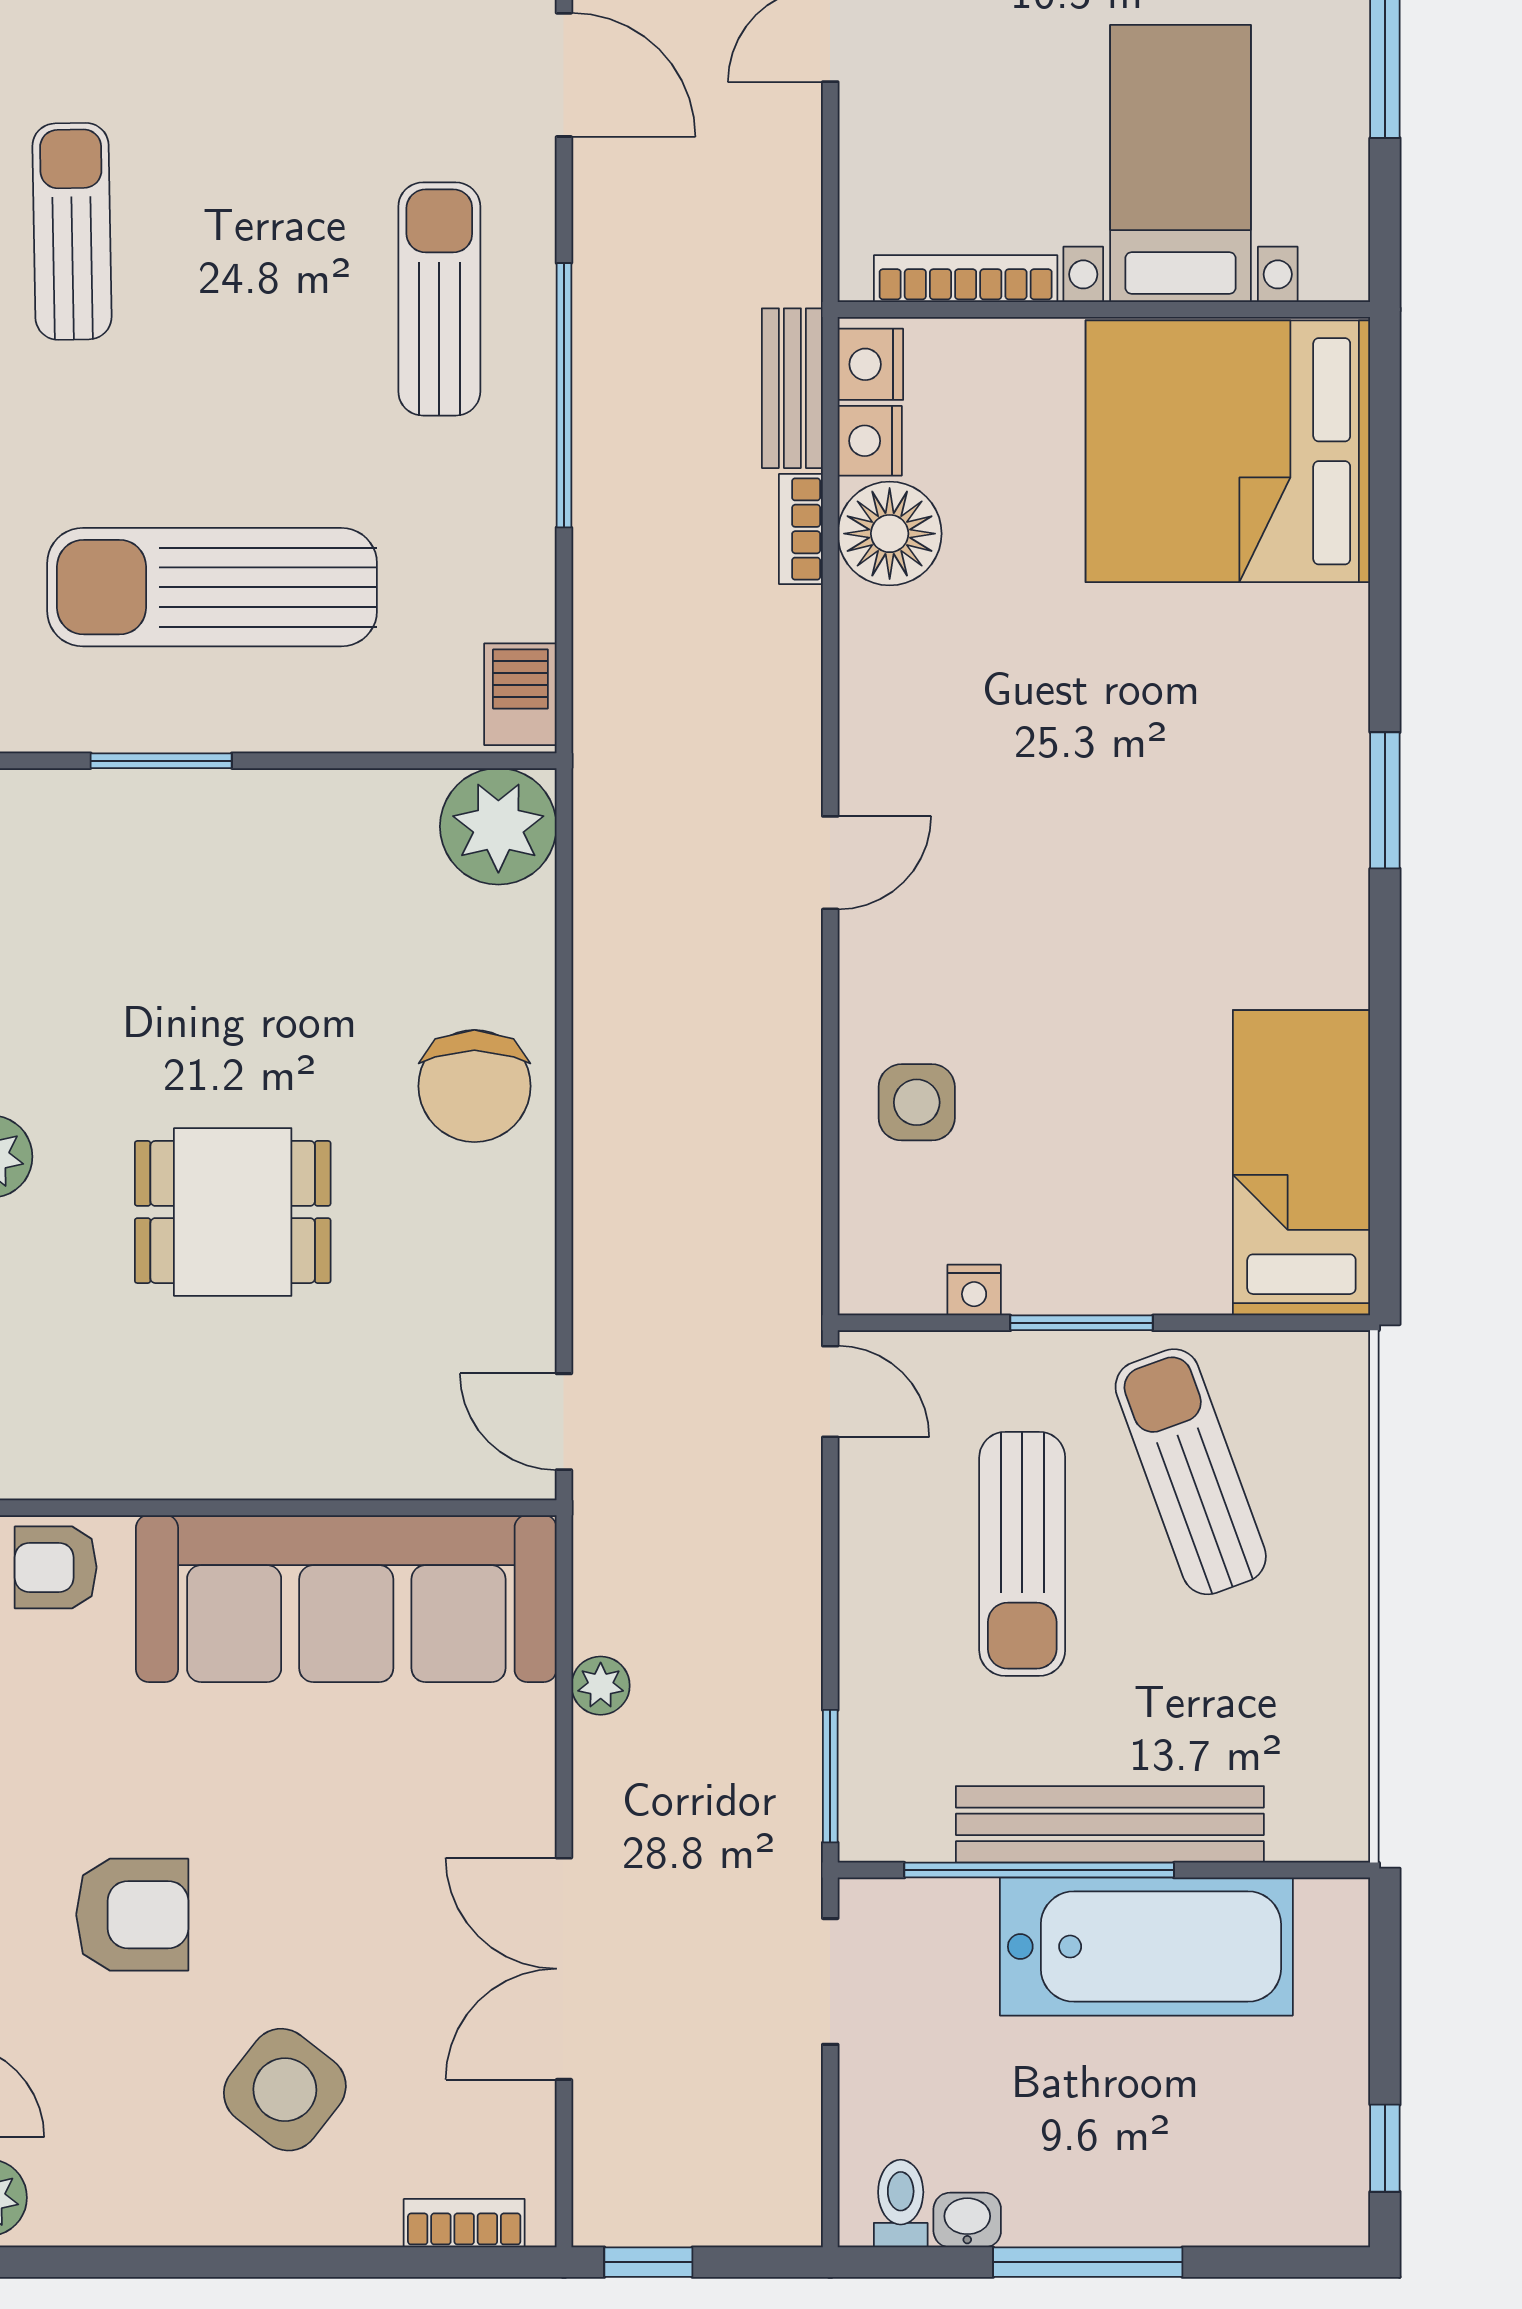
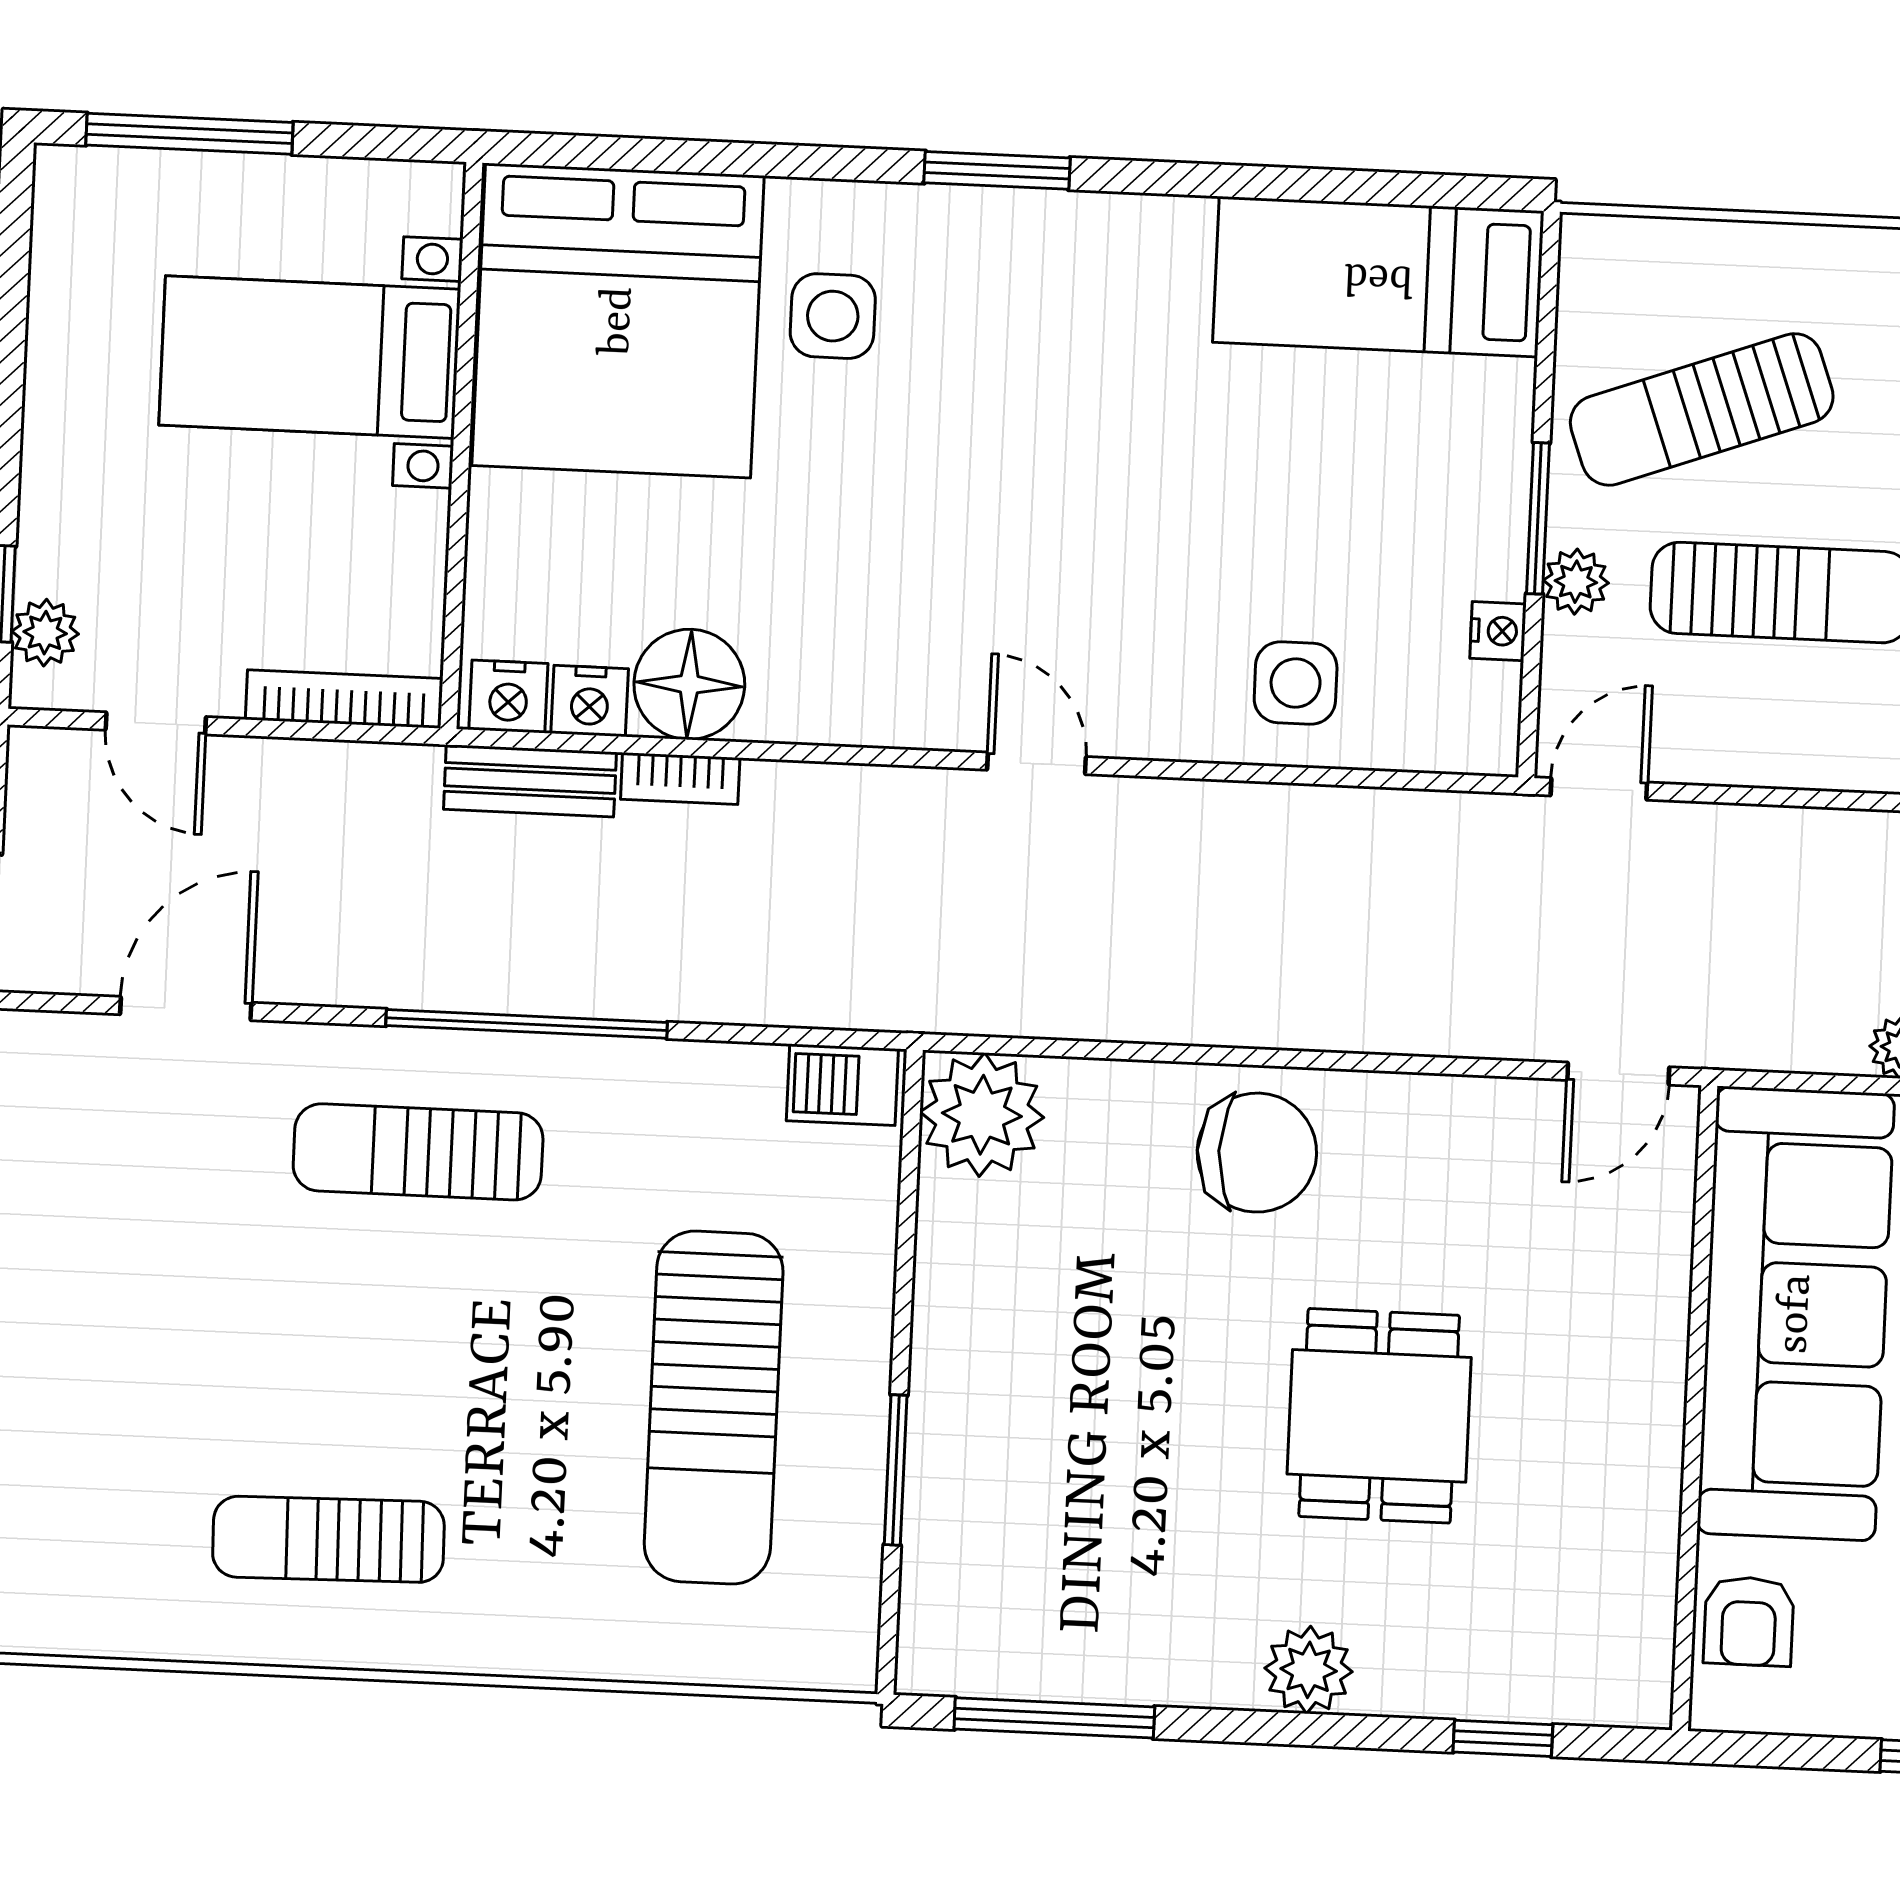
bookcase: (966, 279) -> (344, 699), moved, turned 90
side table: (1241, 652) -> (833, 316), added
plant: (1024, 1361) -> (1576, 582), added

